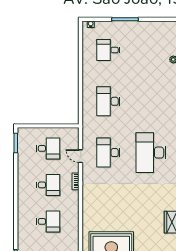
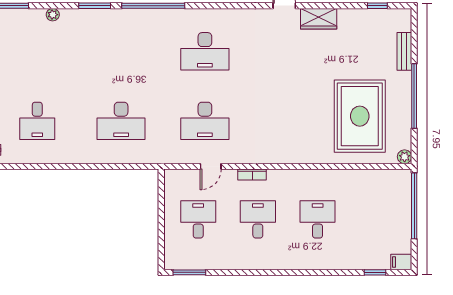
desk: (151, 153) -> (205, 51), width x0.73, depth x0.77

